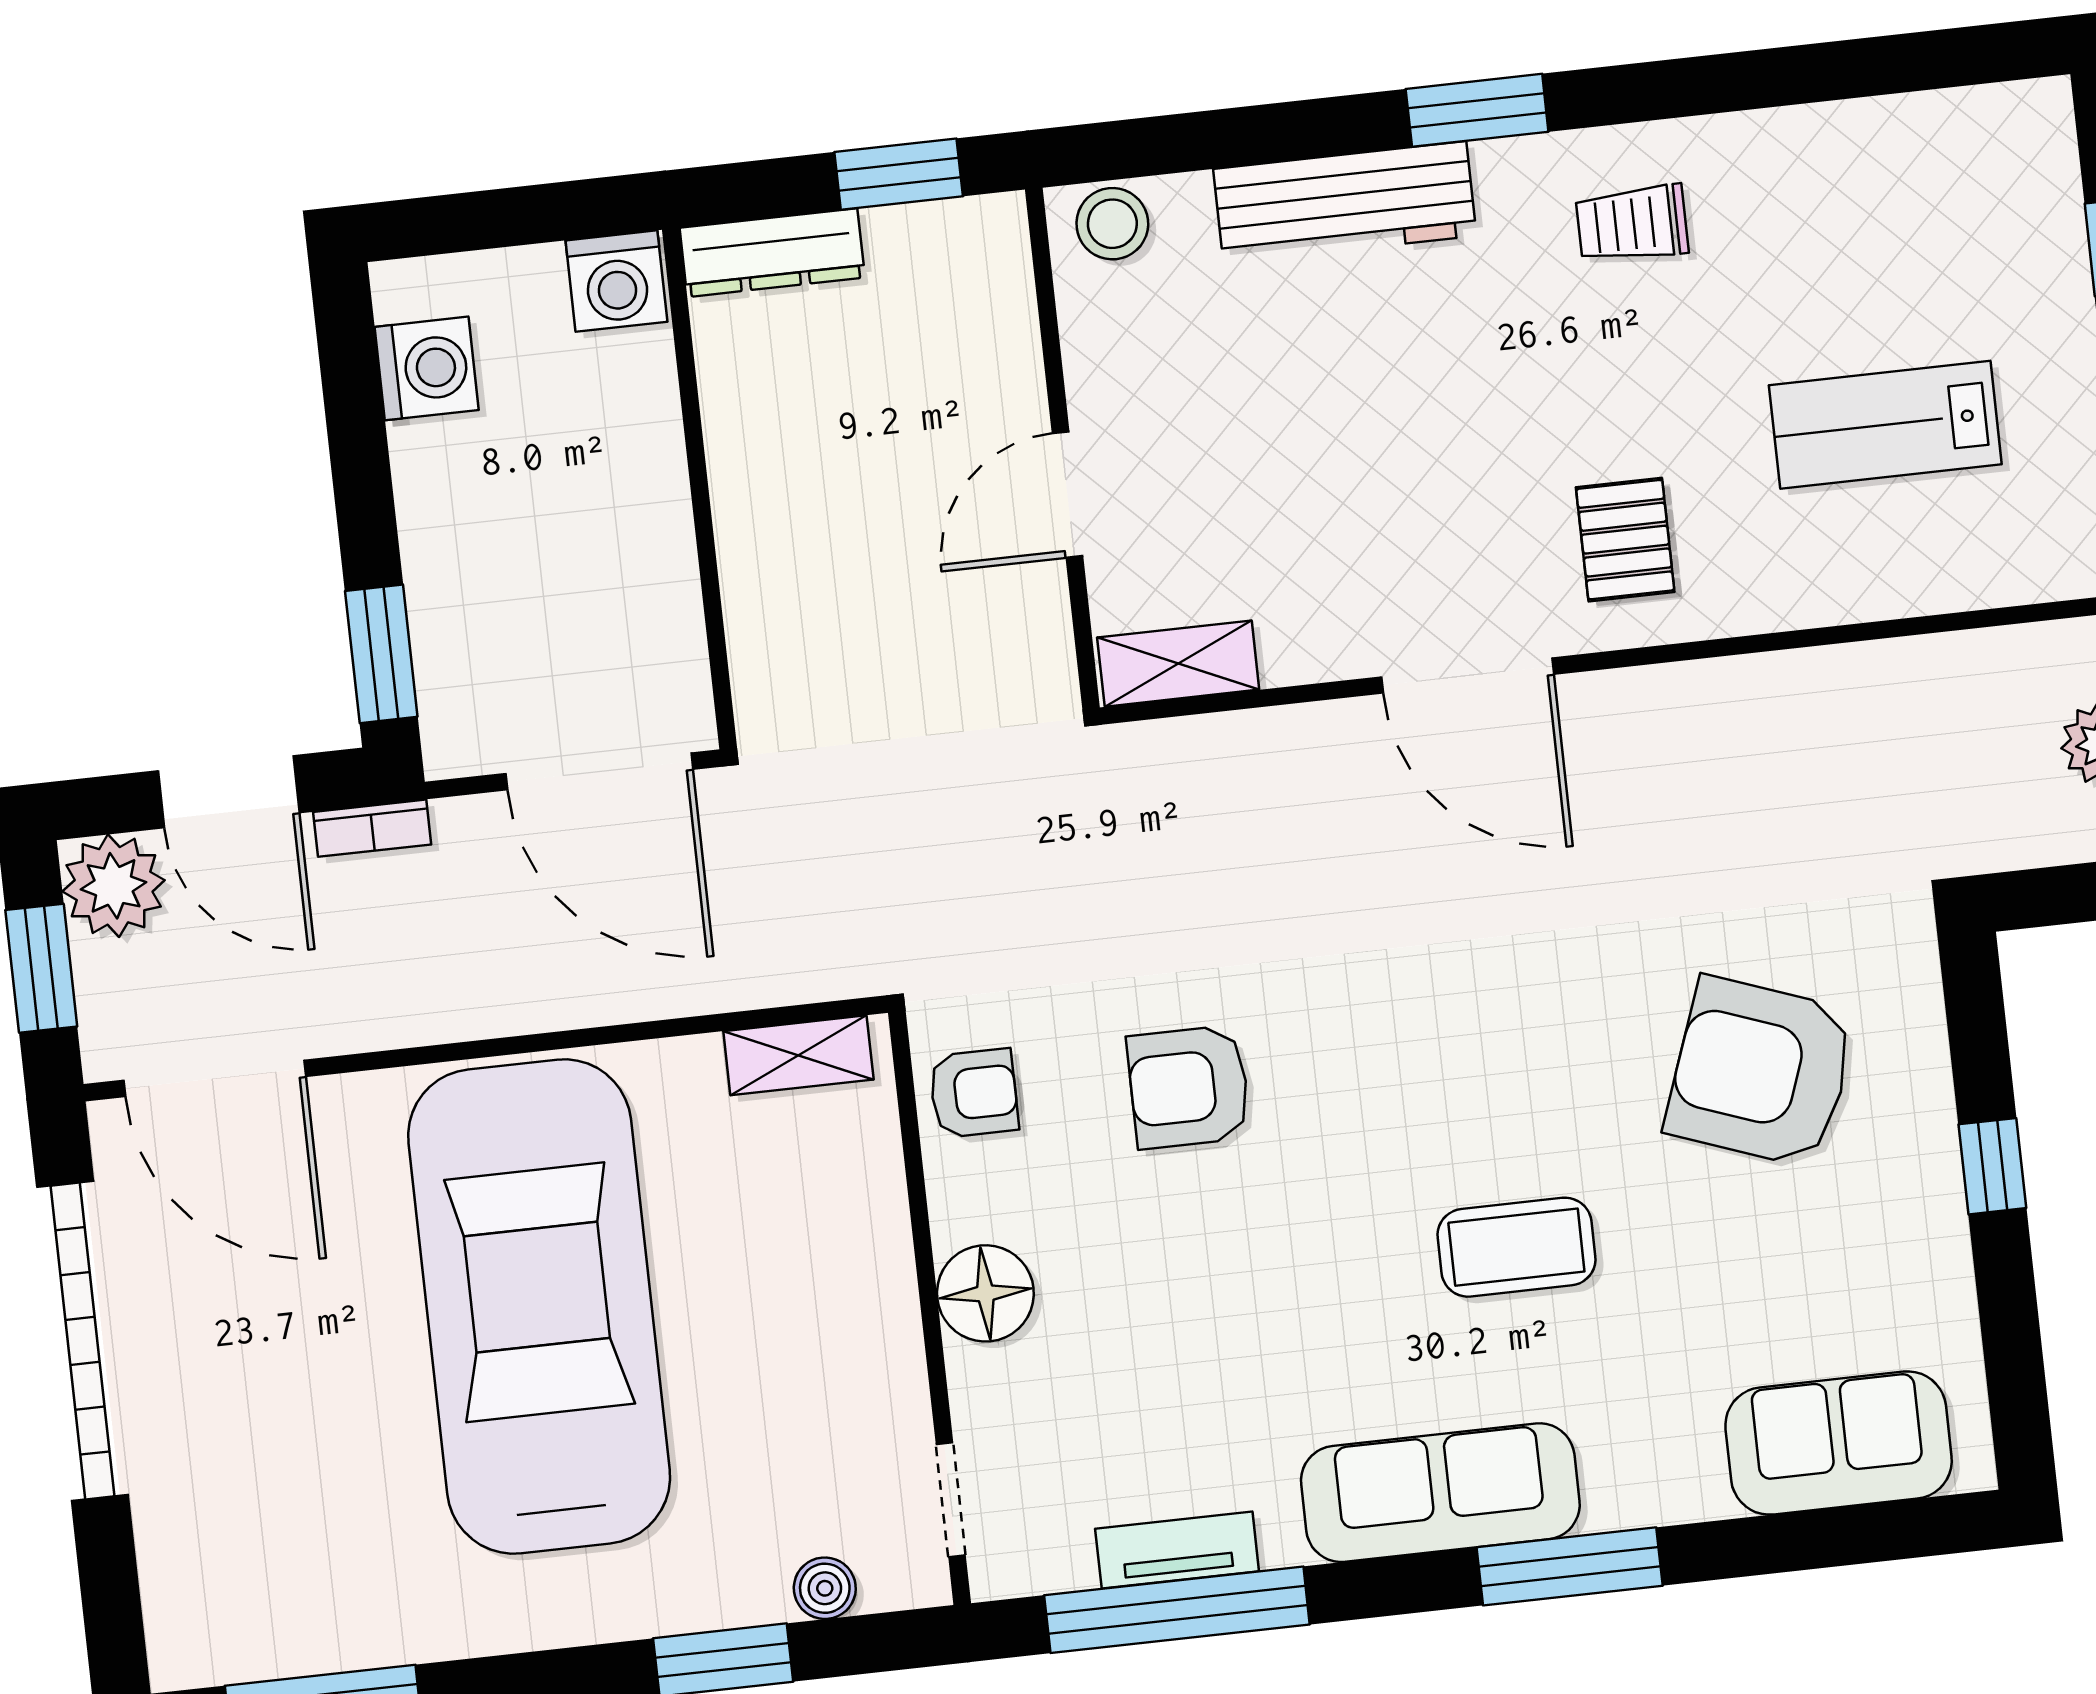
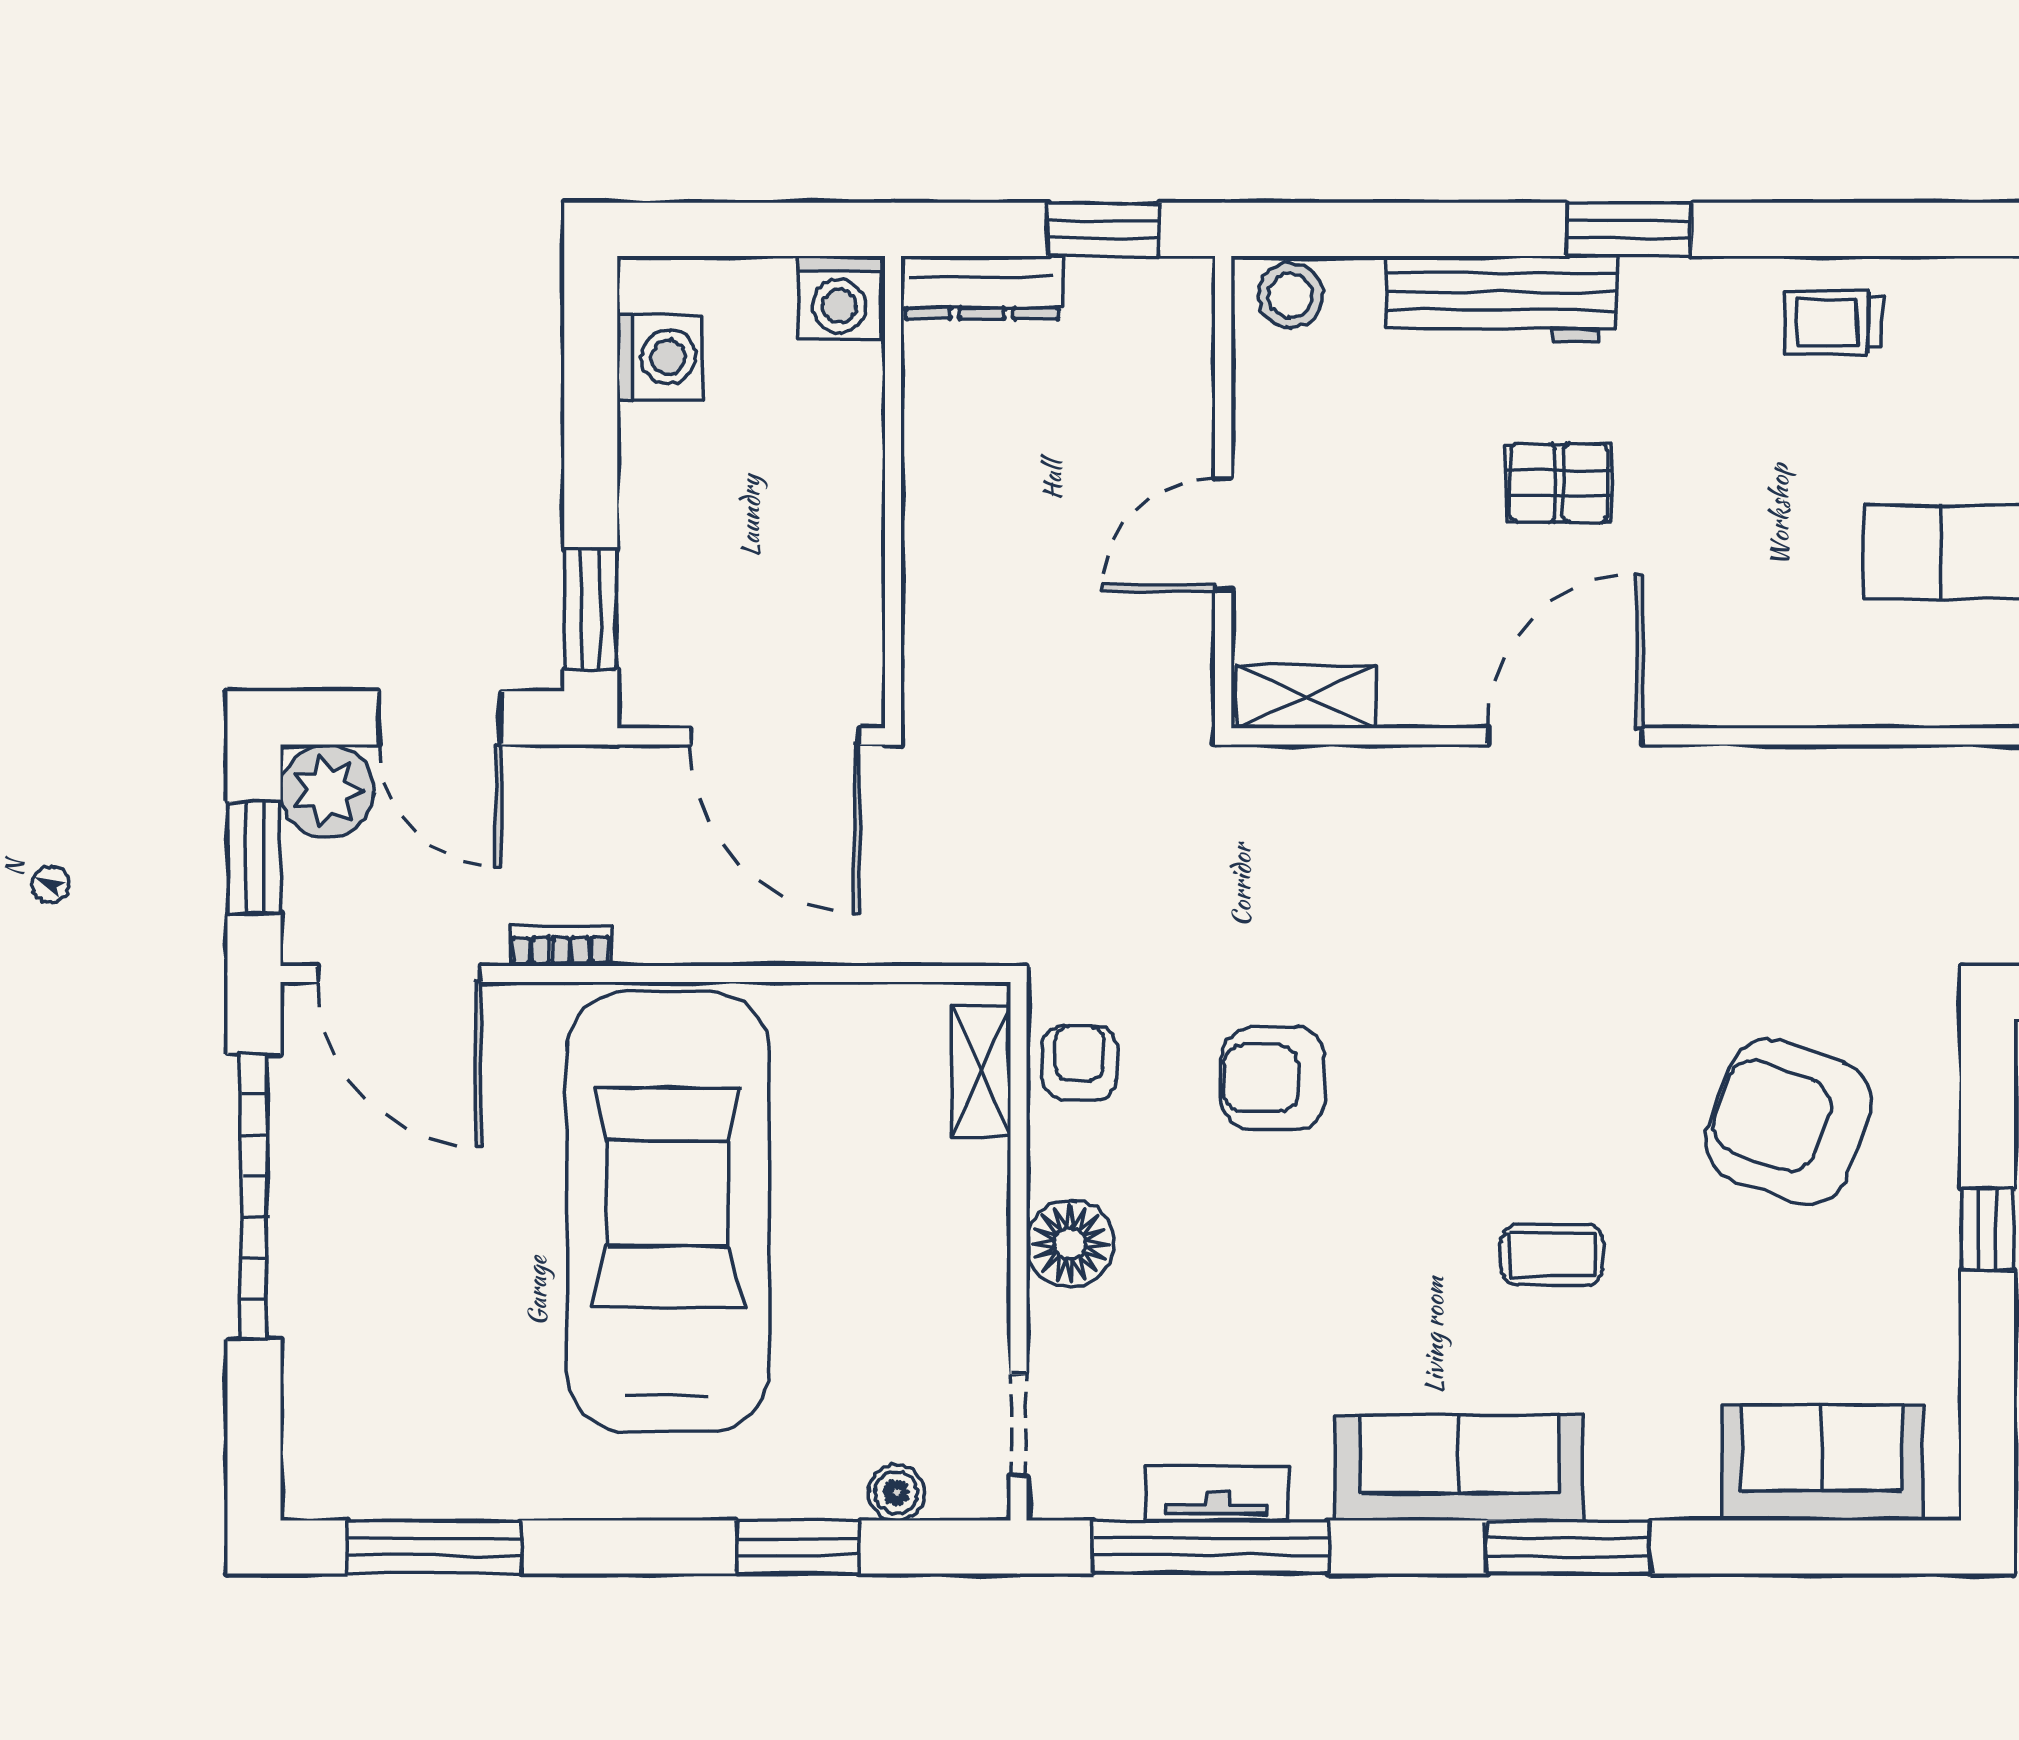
trolley: (1632, 224) -> (1834, 323), moved
pallet: (1625, 540) -> (1559, 483), moved, turned 90
door: (1468, 676) -> (1565, 736), swing flipped
bookcase: (372, 828) -> (561, 946), moved, turned 180
shelving: (798, 1055) -> (981, 1071), moved, turned 90
armchair: (974, 1093) -> (1080, 1063), turned -90
coffee table: (1516, 1247) -> (1552, 1255), width x0.73, depth x0.77

